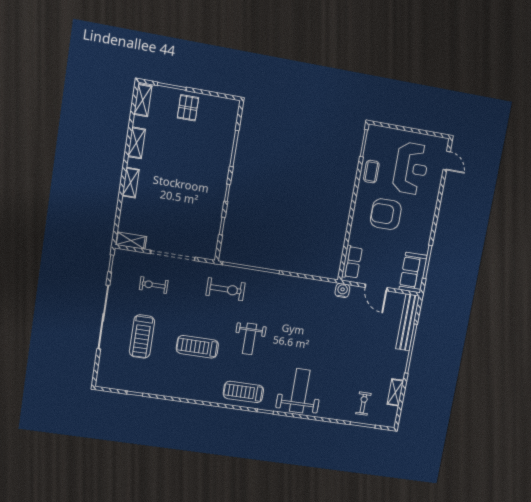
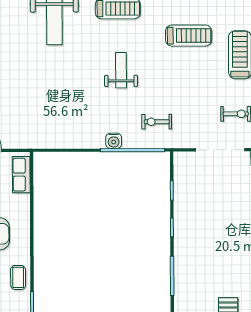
exercise bike: (226, 289) -> (157, 122), width x0.73, depth x0.72
water cooler: (342, 290) -> (114, 141), moved
treadmill: (197, 347) -> (189, 36), moved

